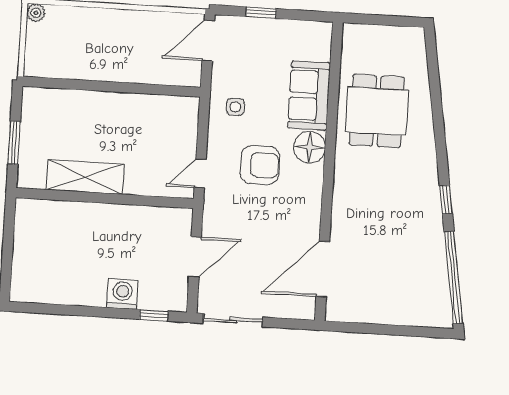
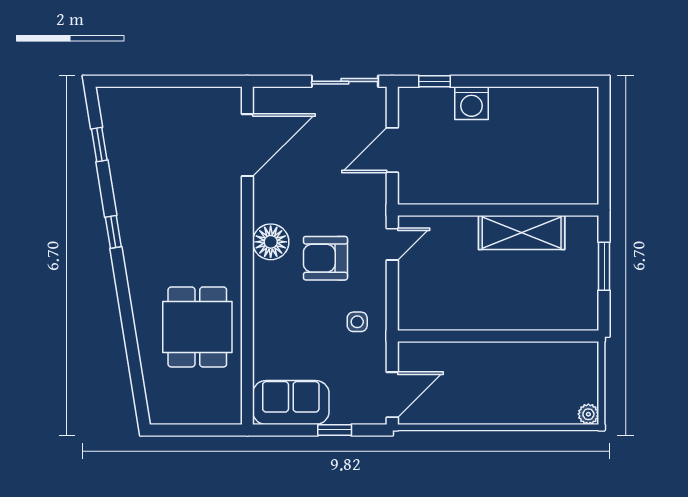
sofa: (309, 96) -> (291, 403), moved, turned -90
floor lamp: (309, 147) -> (271, 242), moved
window: (454, 278) -> (99, 144), width x0.32

